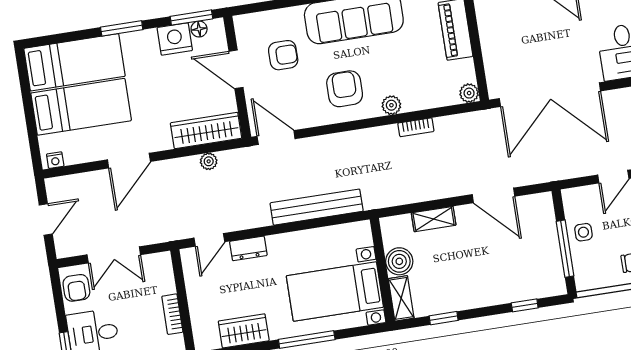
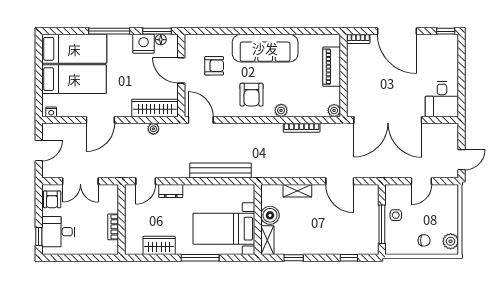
window: (122, 28) -> (109, 31), width x1.44
armchair: (345, 89) -> (252, 95), turned 180
bookcase: (416, 127) -> (302, 128), width x1.56

